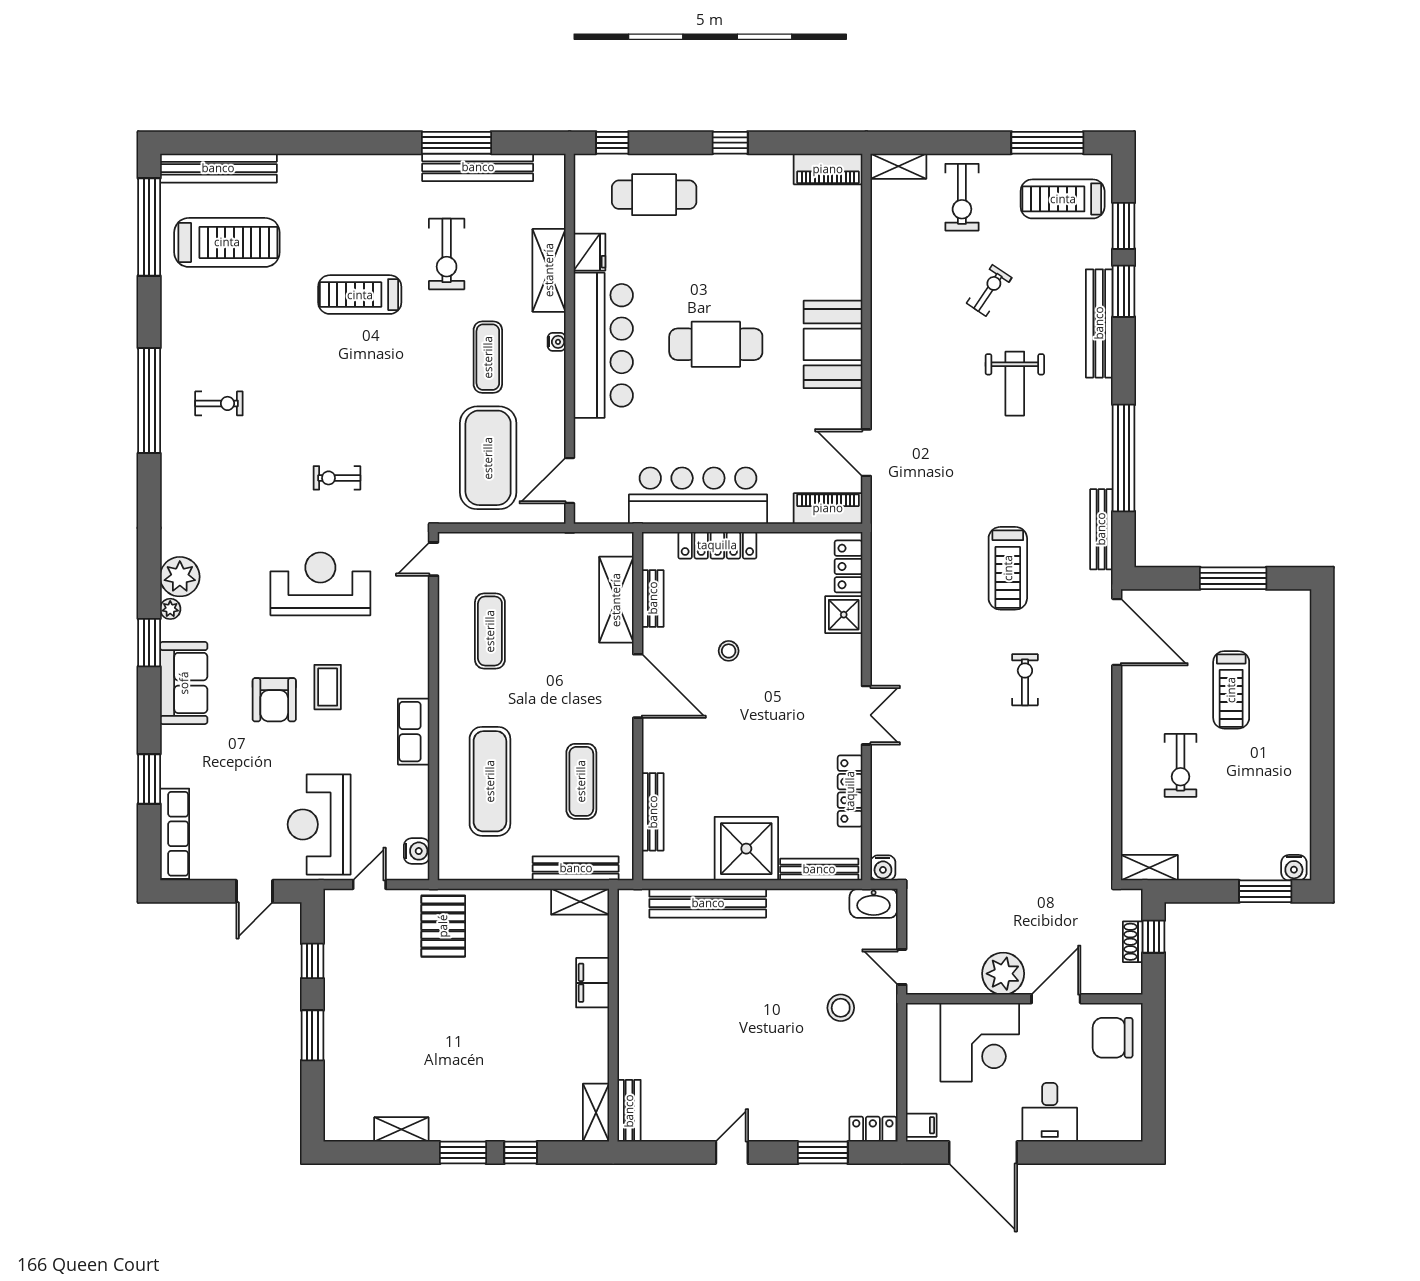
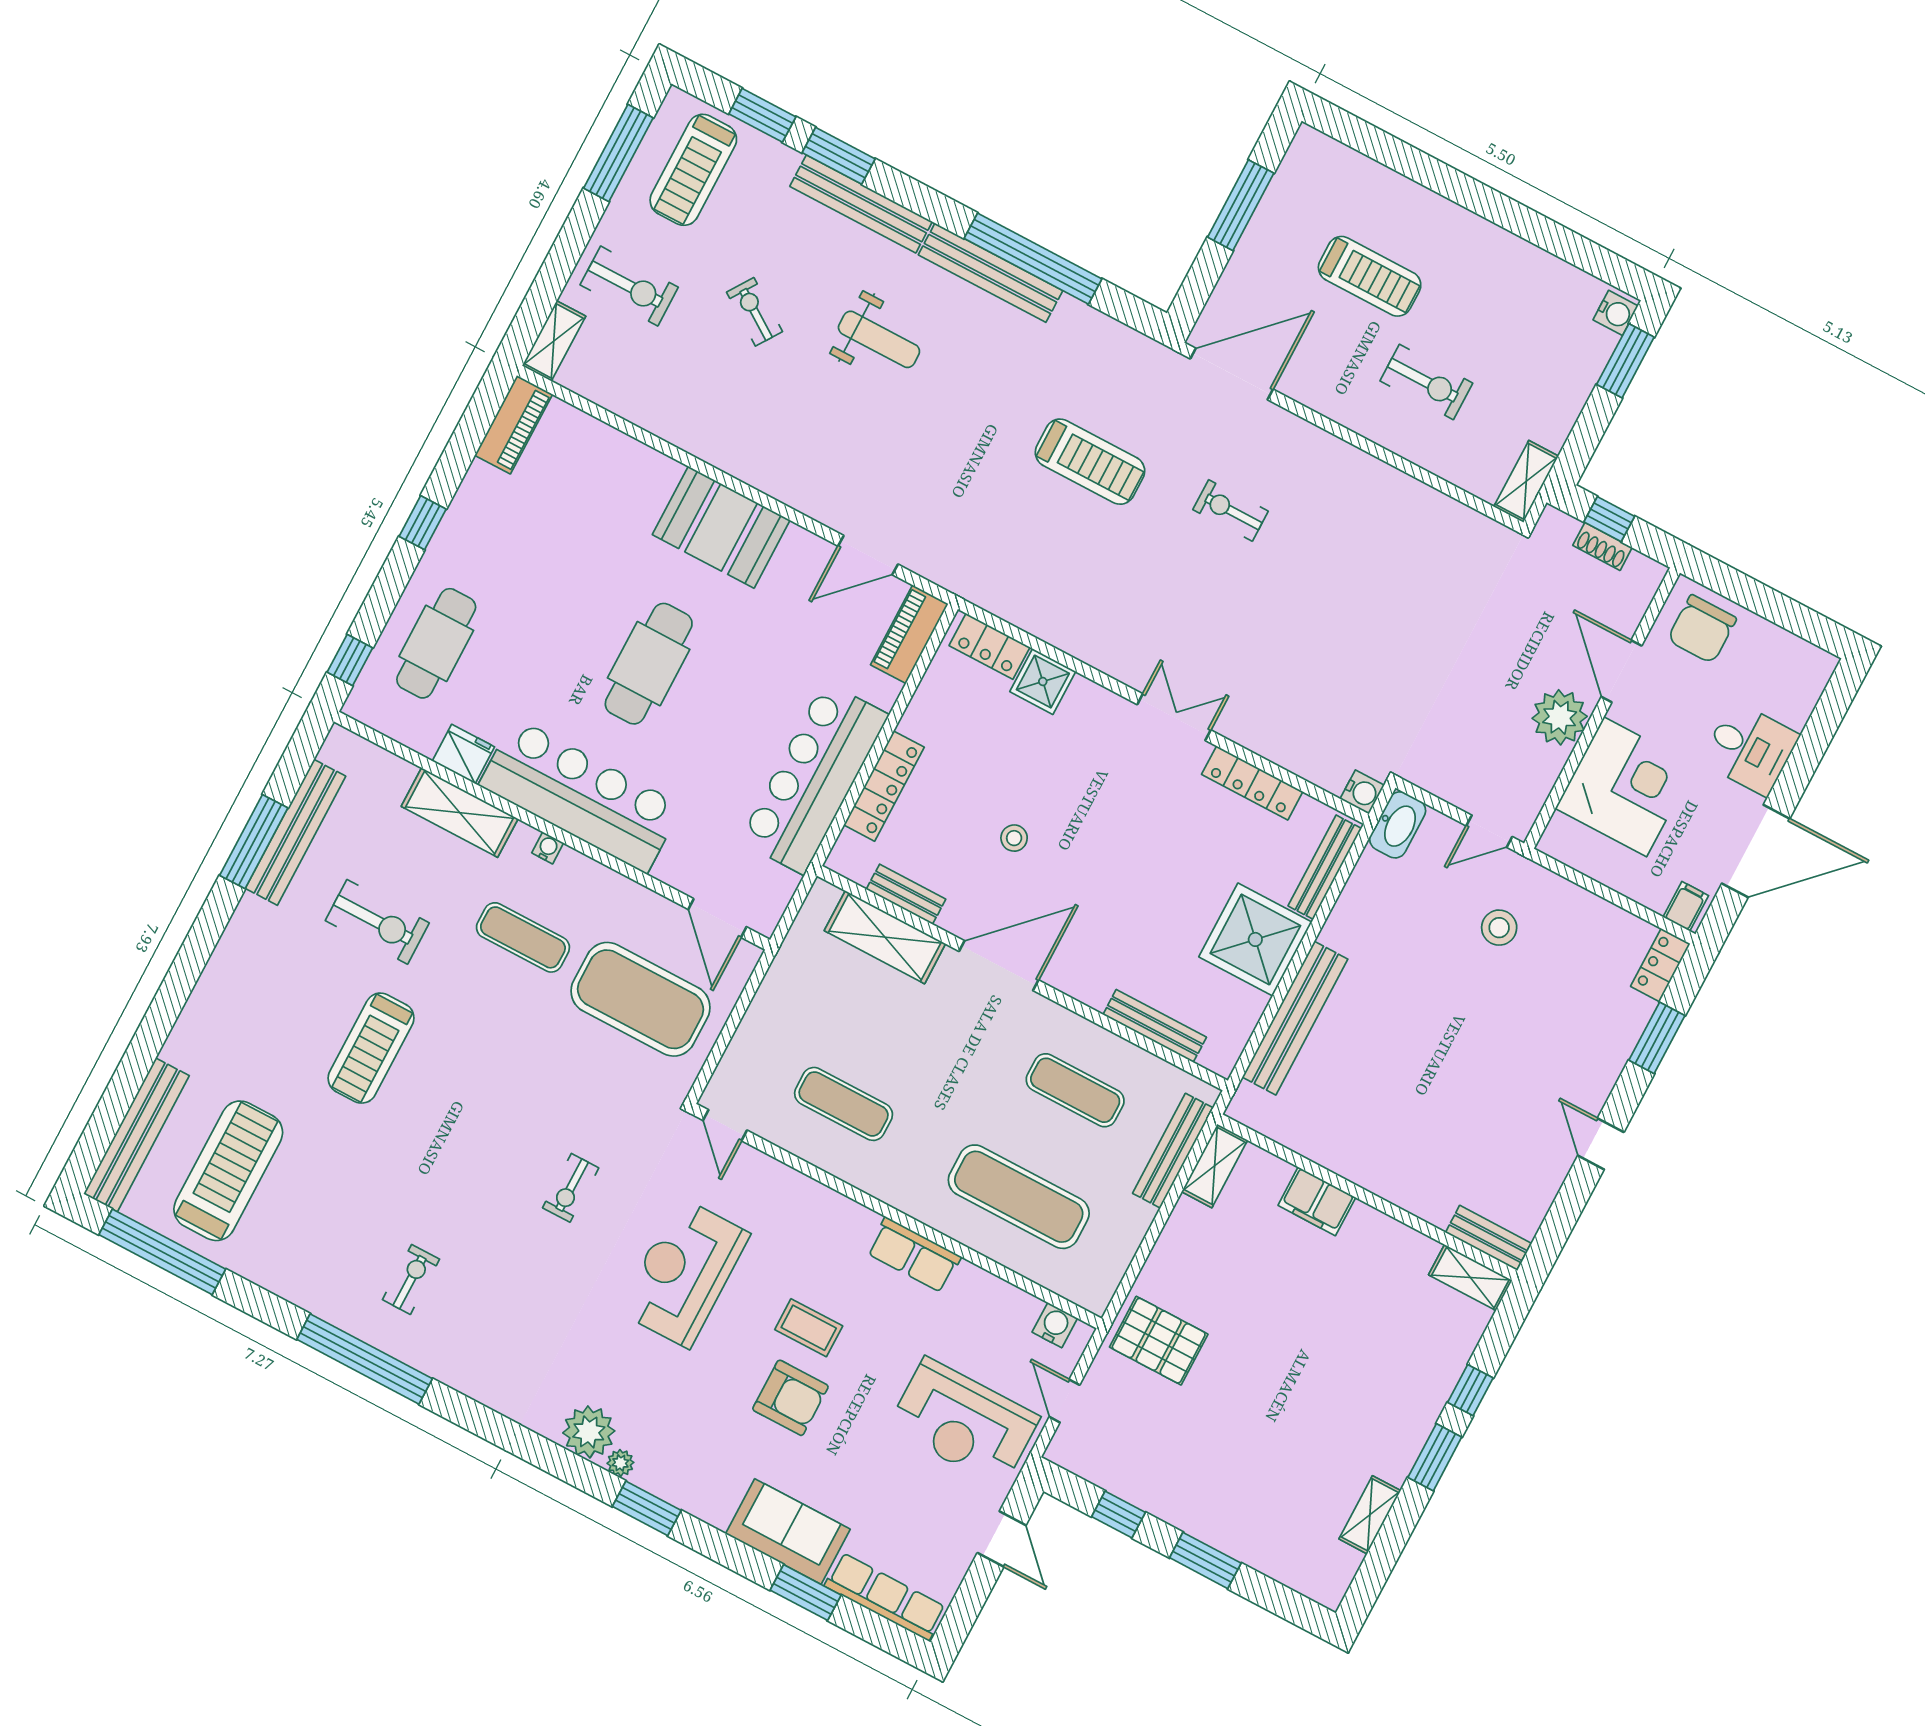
bench: (1101, 529) -> (990, 273), moved, width x1.37, depth x1.21
sofa: (184, 683) -> (788, 1531), moved

